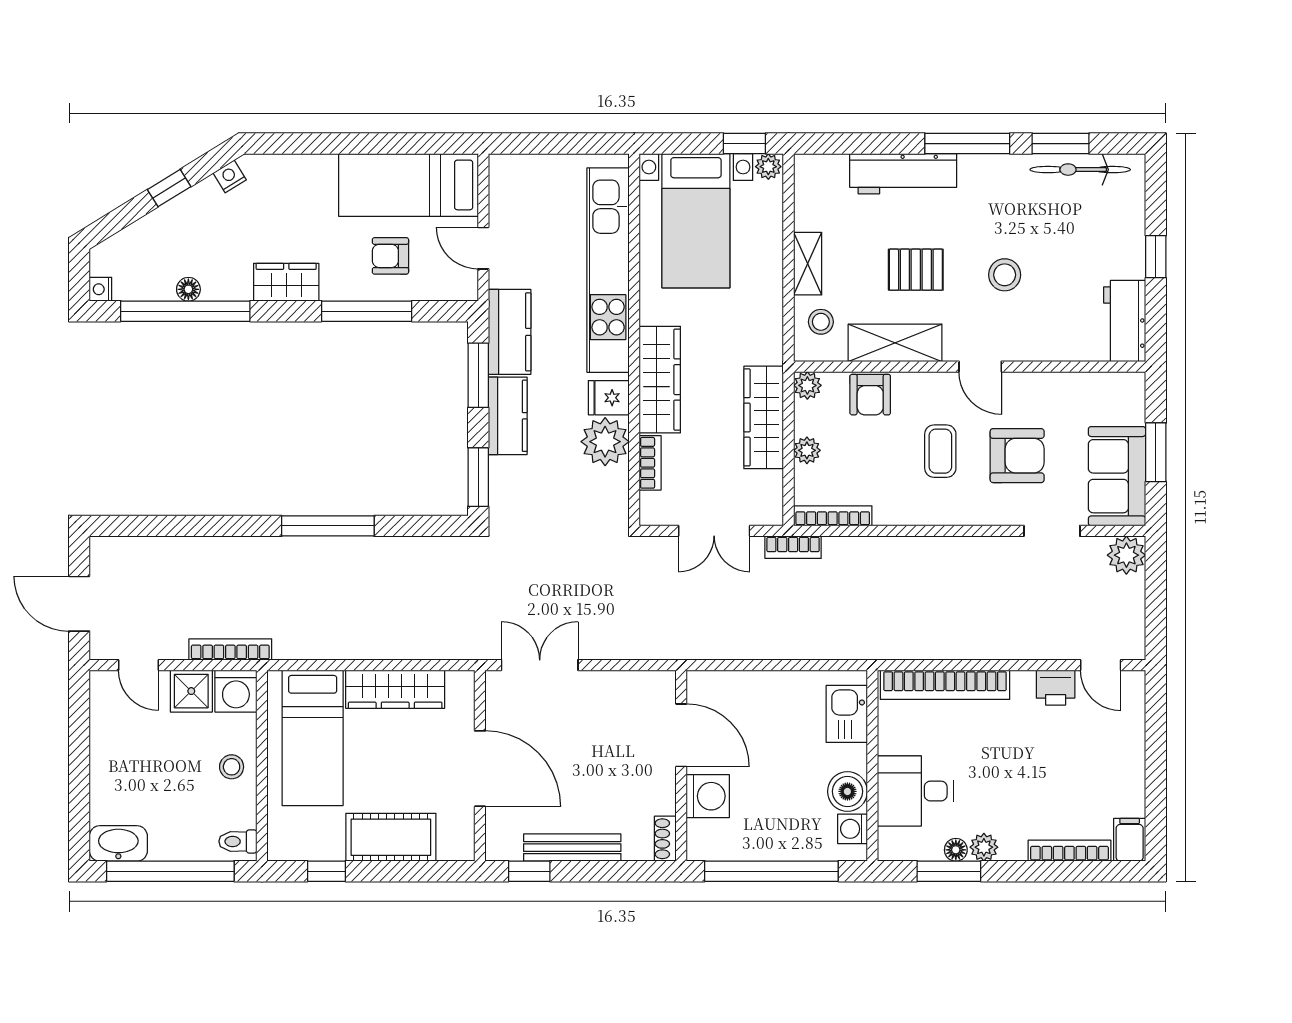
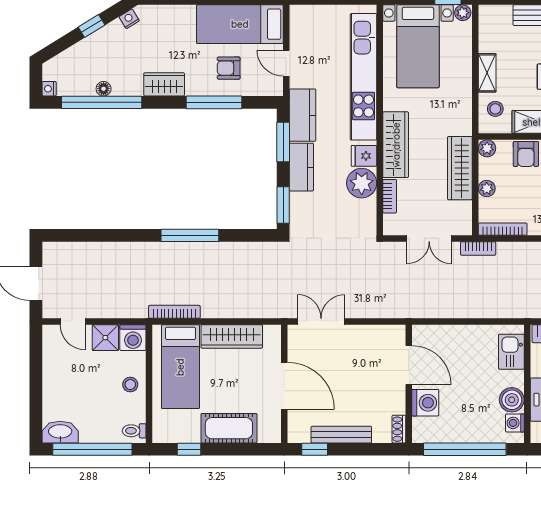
bookcase: (230, 649) -> (174, 312), moved

